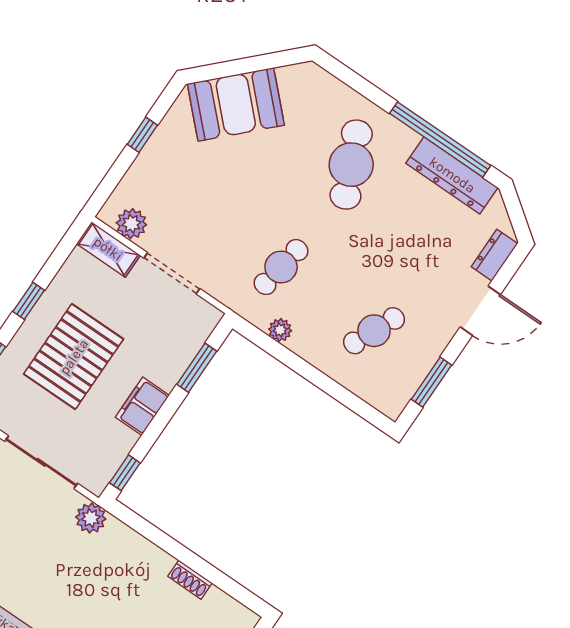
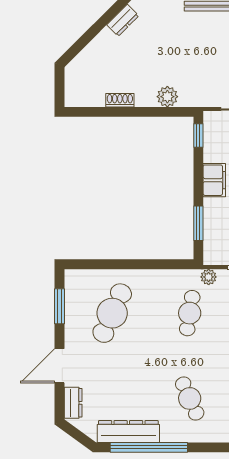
cafe table: (351, 165) -> (190, 398), width x0.73, depth x0.74
plant: (280, 330) -> (209, 277), moved
cafe table: (374, 331) -> (112, 313), width x1.37, depth x1.35
plant: (91, 518) -> (167, 97), moved

